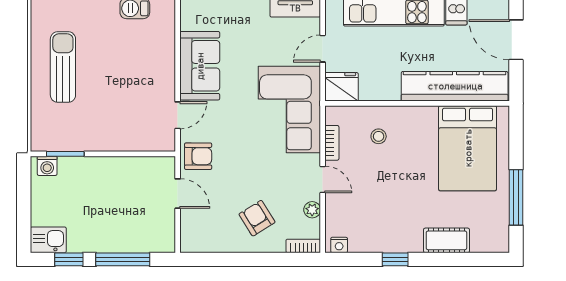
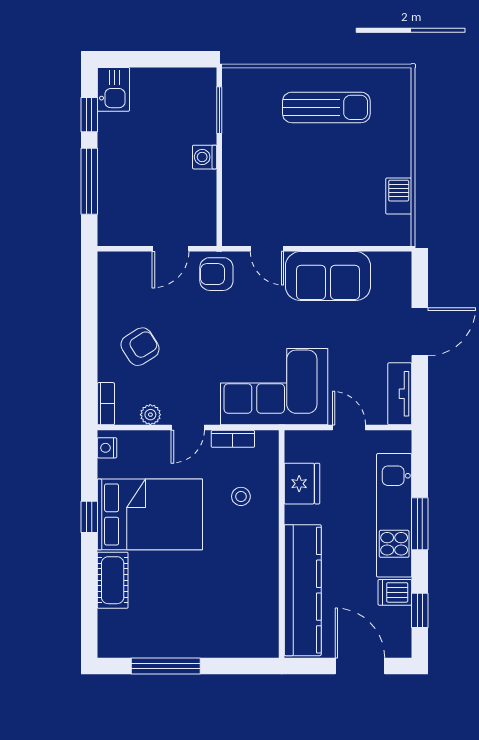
door: (516, 40) -> (360, 666), hinge flipped
fridge: (342, 87) -> (302, 484), moved
bed: (468, 148) -> (150, 514), moved, turned 180
armchair: (198, 156) -> (216, 274), turned 90
washing machine: (47, 166) -> (205, 157), moved

